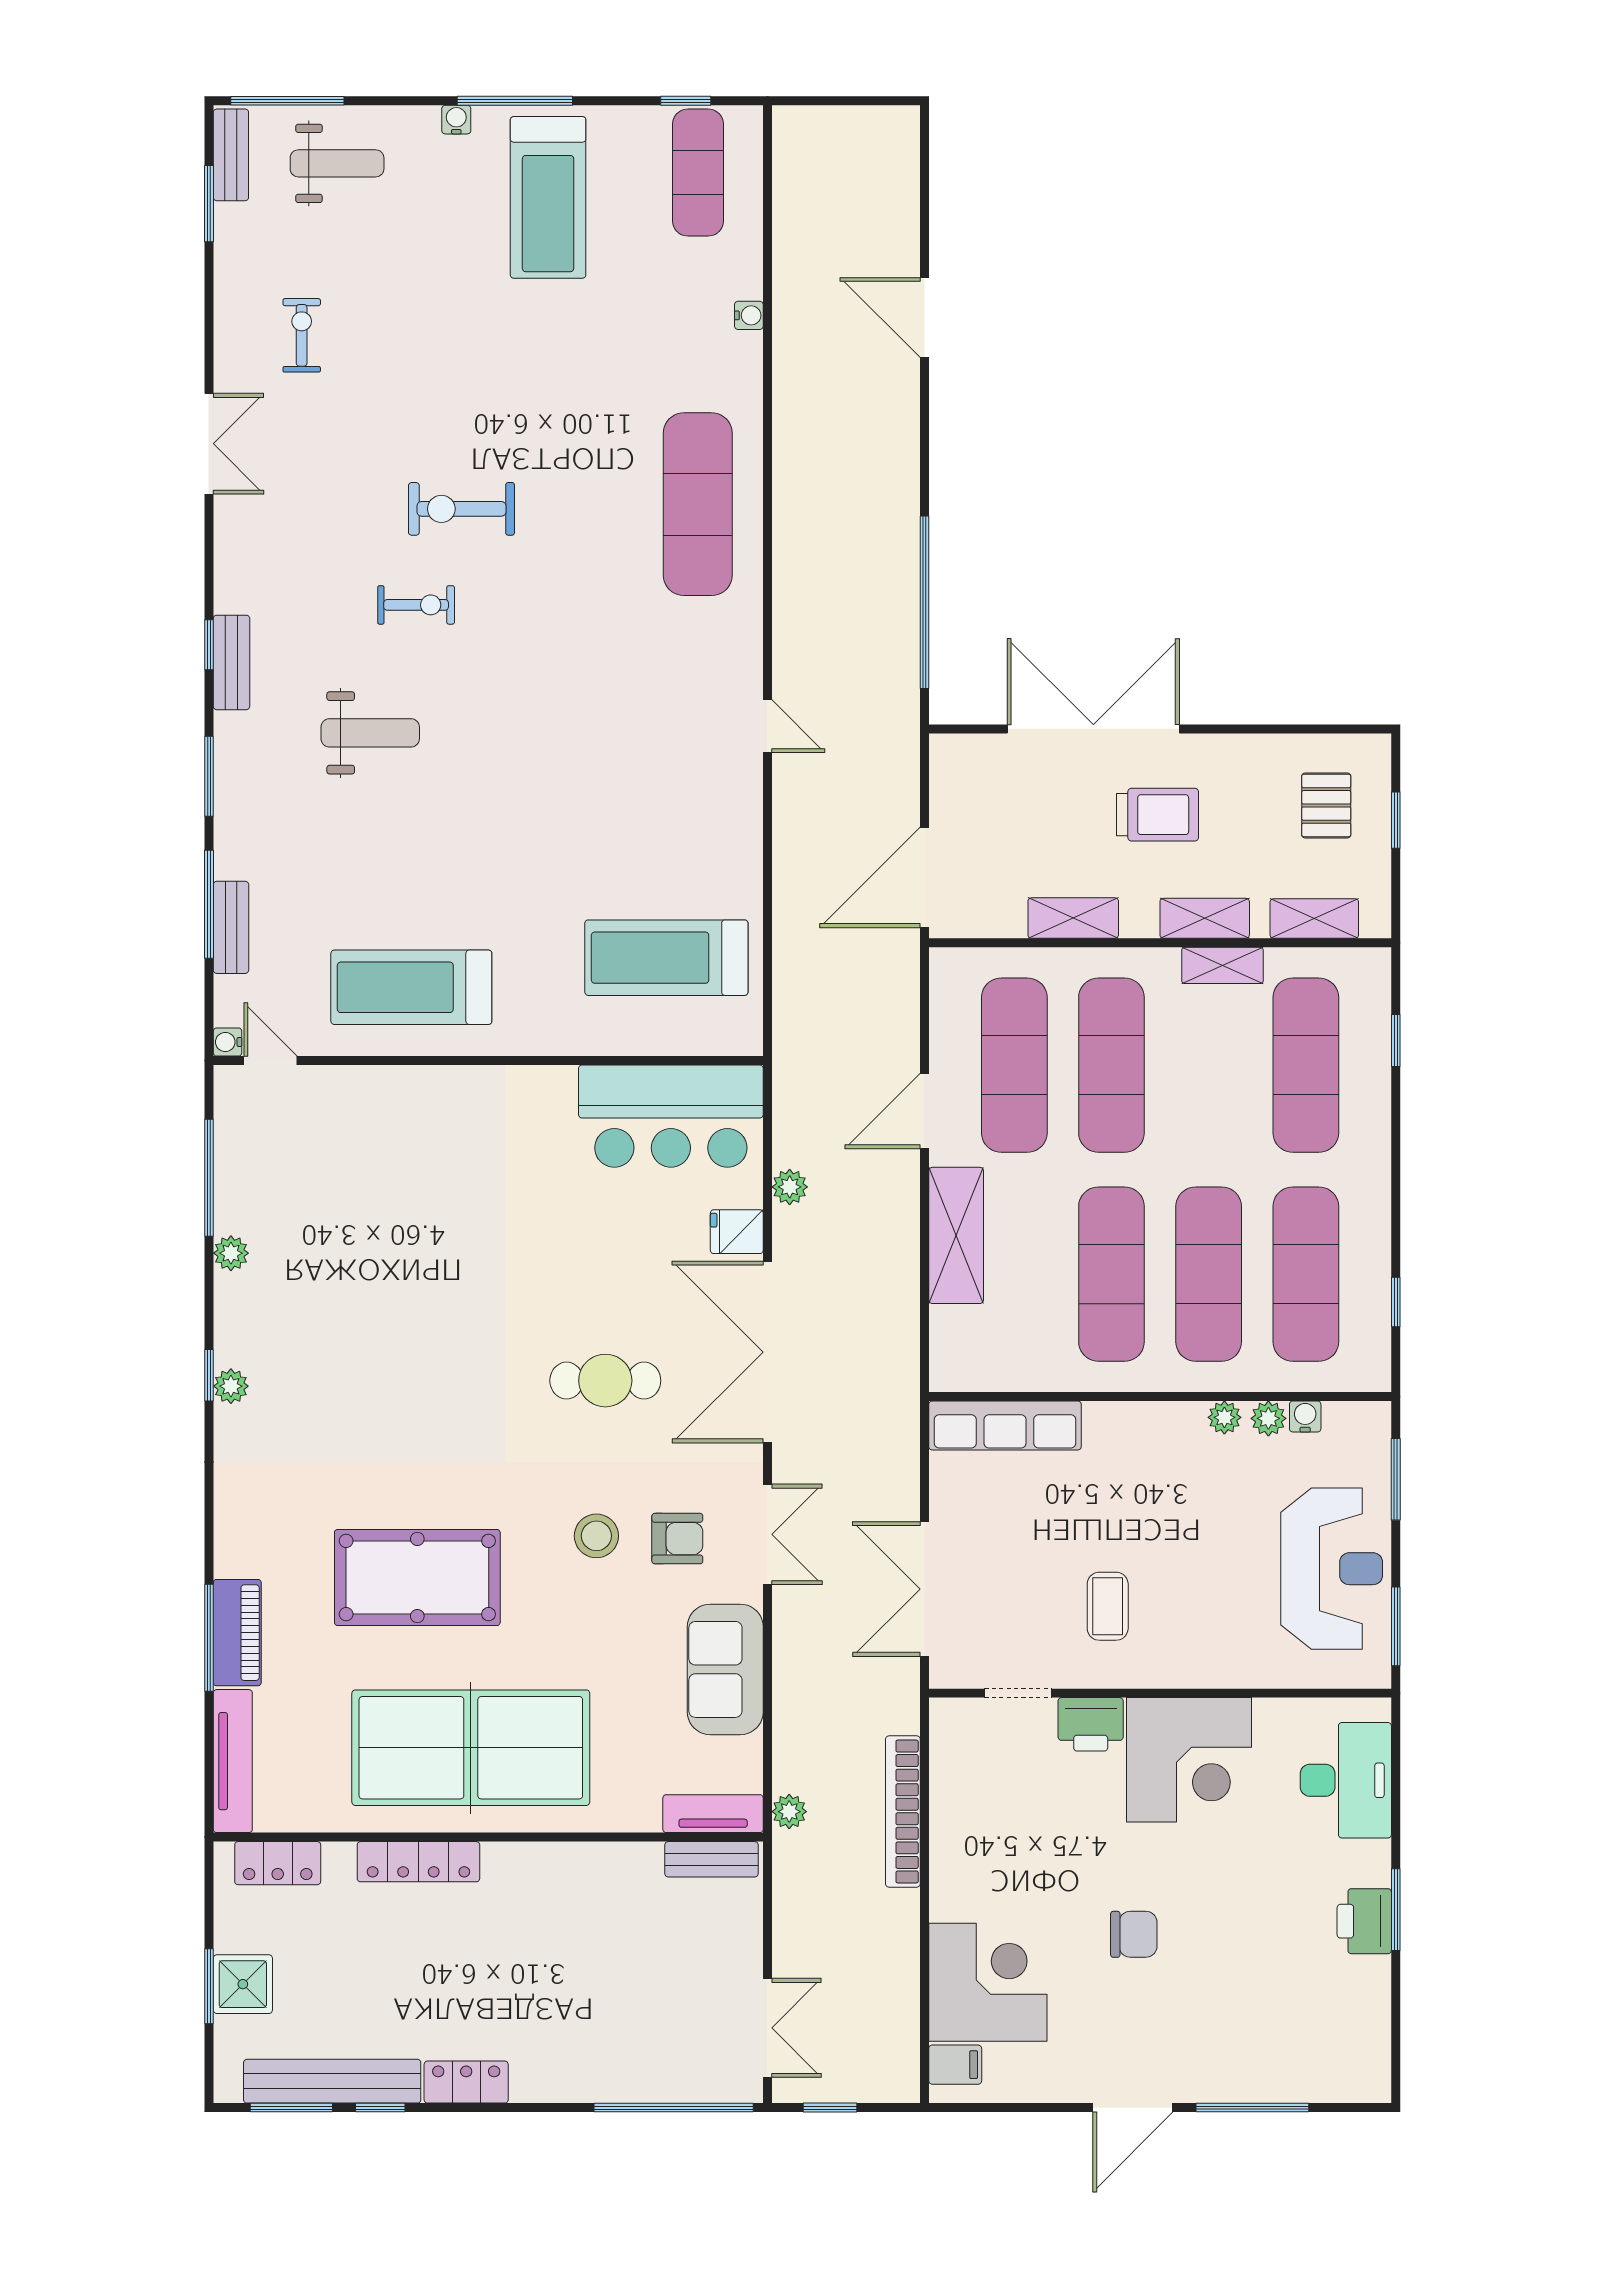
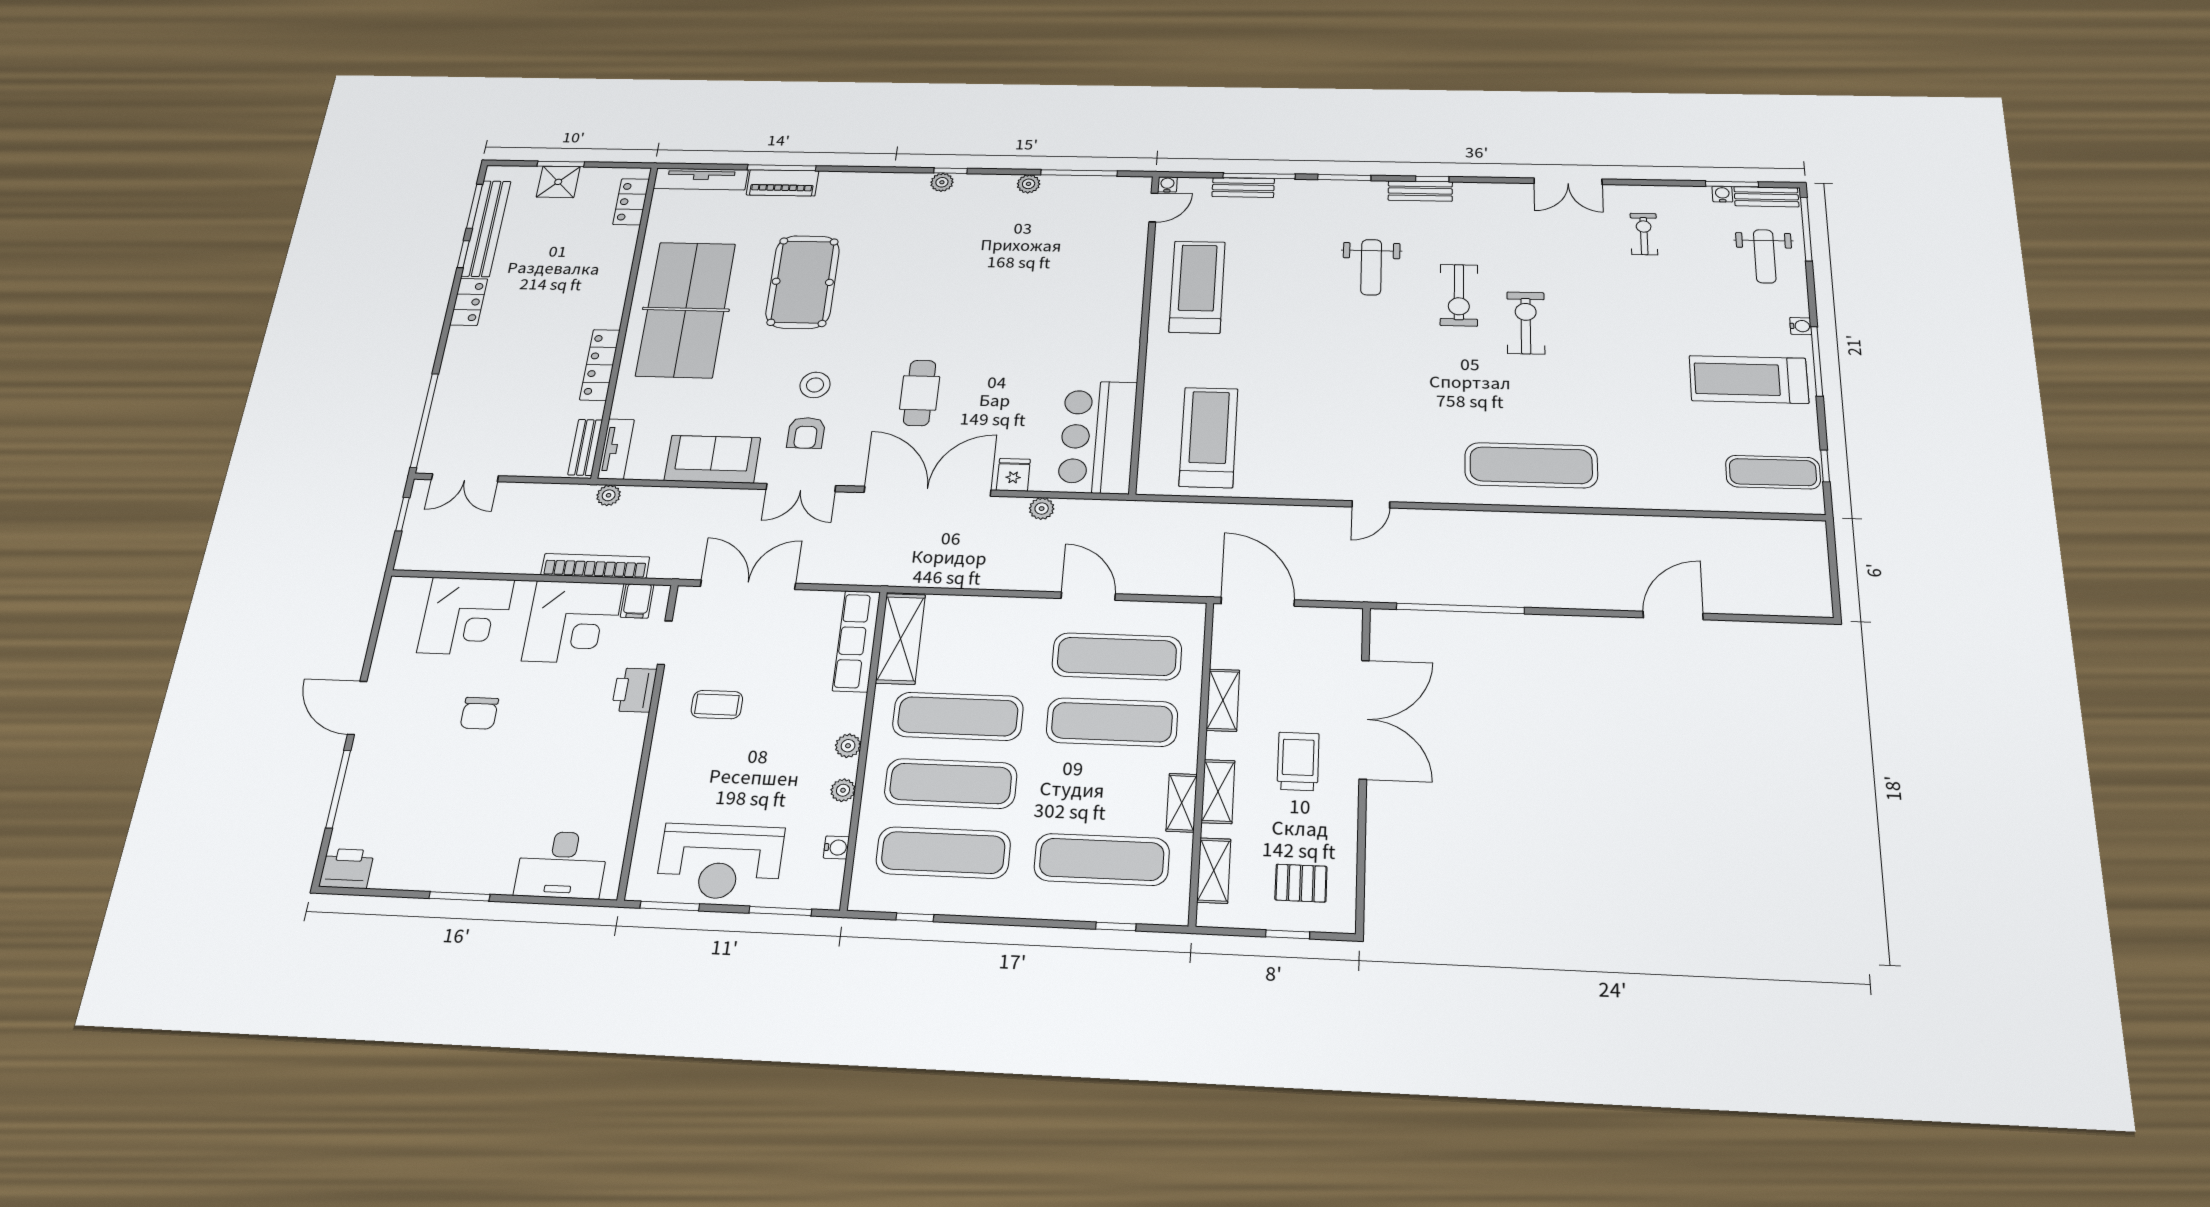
water cooler: (749, 315) -> (1722, 194), moved, turned 180
exercise bike: (302, 335) -> (1644, 234), turned -90
exercise bike: (416, 605) -> (1459, 295), width x1.38, depth x1.39
trolley: (1157, 815) -> (1298, 761), turned 180
shelving: (956, 1235) -> (901, 639), moved, turned 90
plant: (1268, 1418) -> (848, 746), moved
corner desk: (1189, 1760) -> (573, 622), moved, turned -90
locker: (418, 1862) -> (600, 365), moved
printer: (1364, 1921) -> (347, 868), moved
filing cabinet: (955, 2065) -> (637, 601), moved

